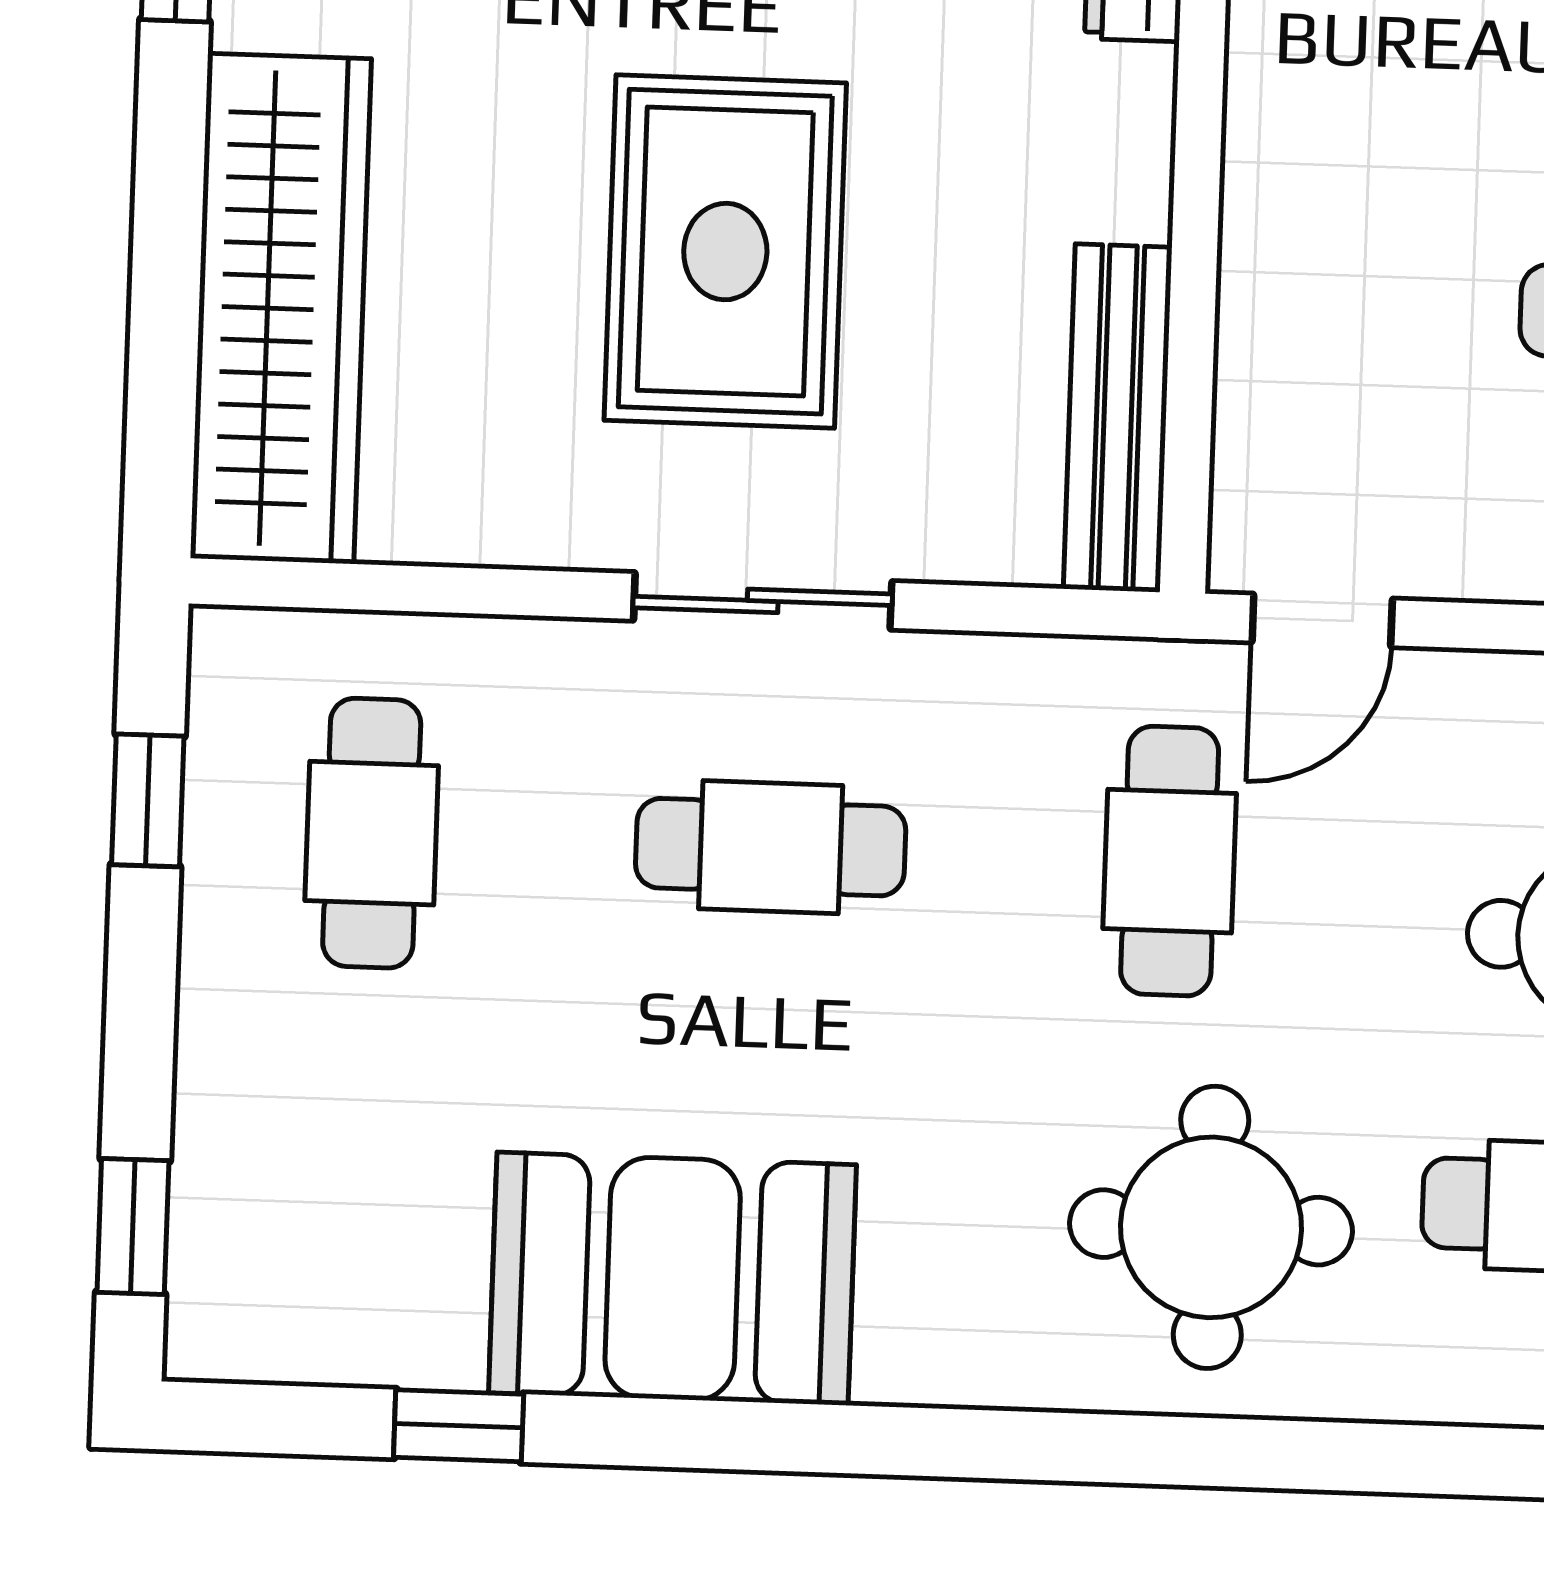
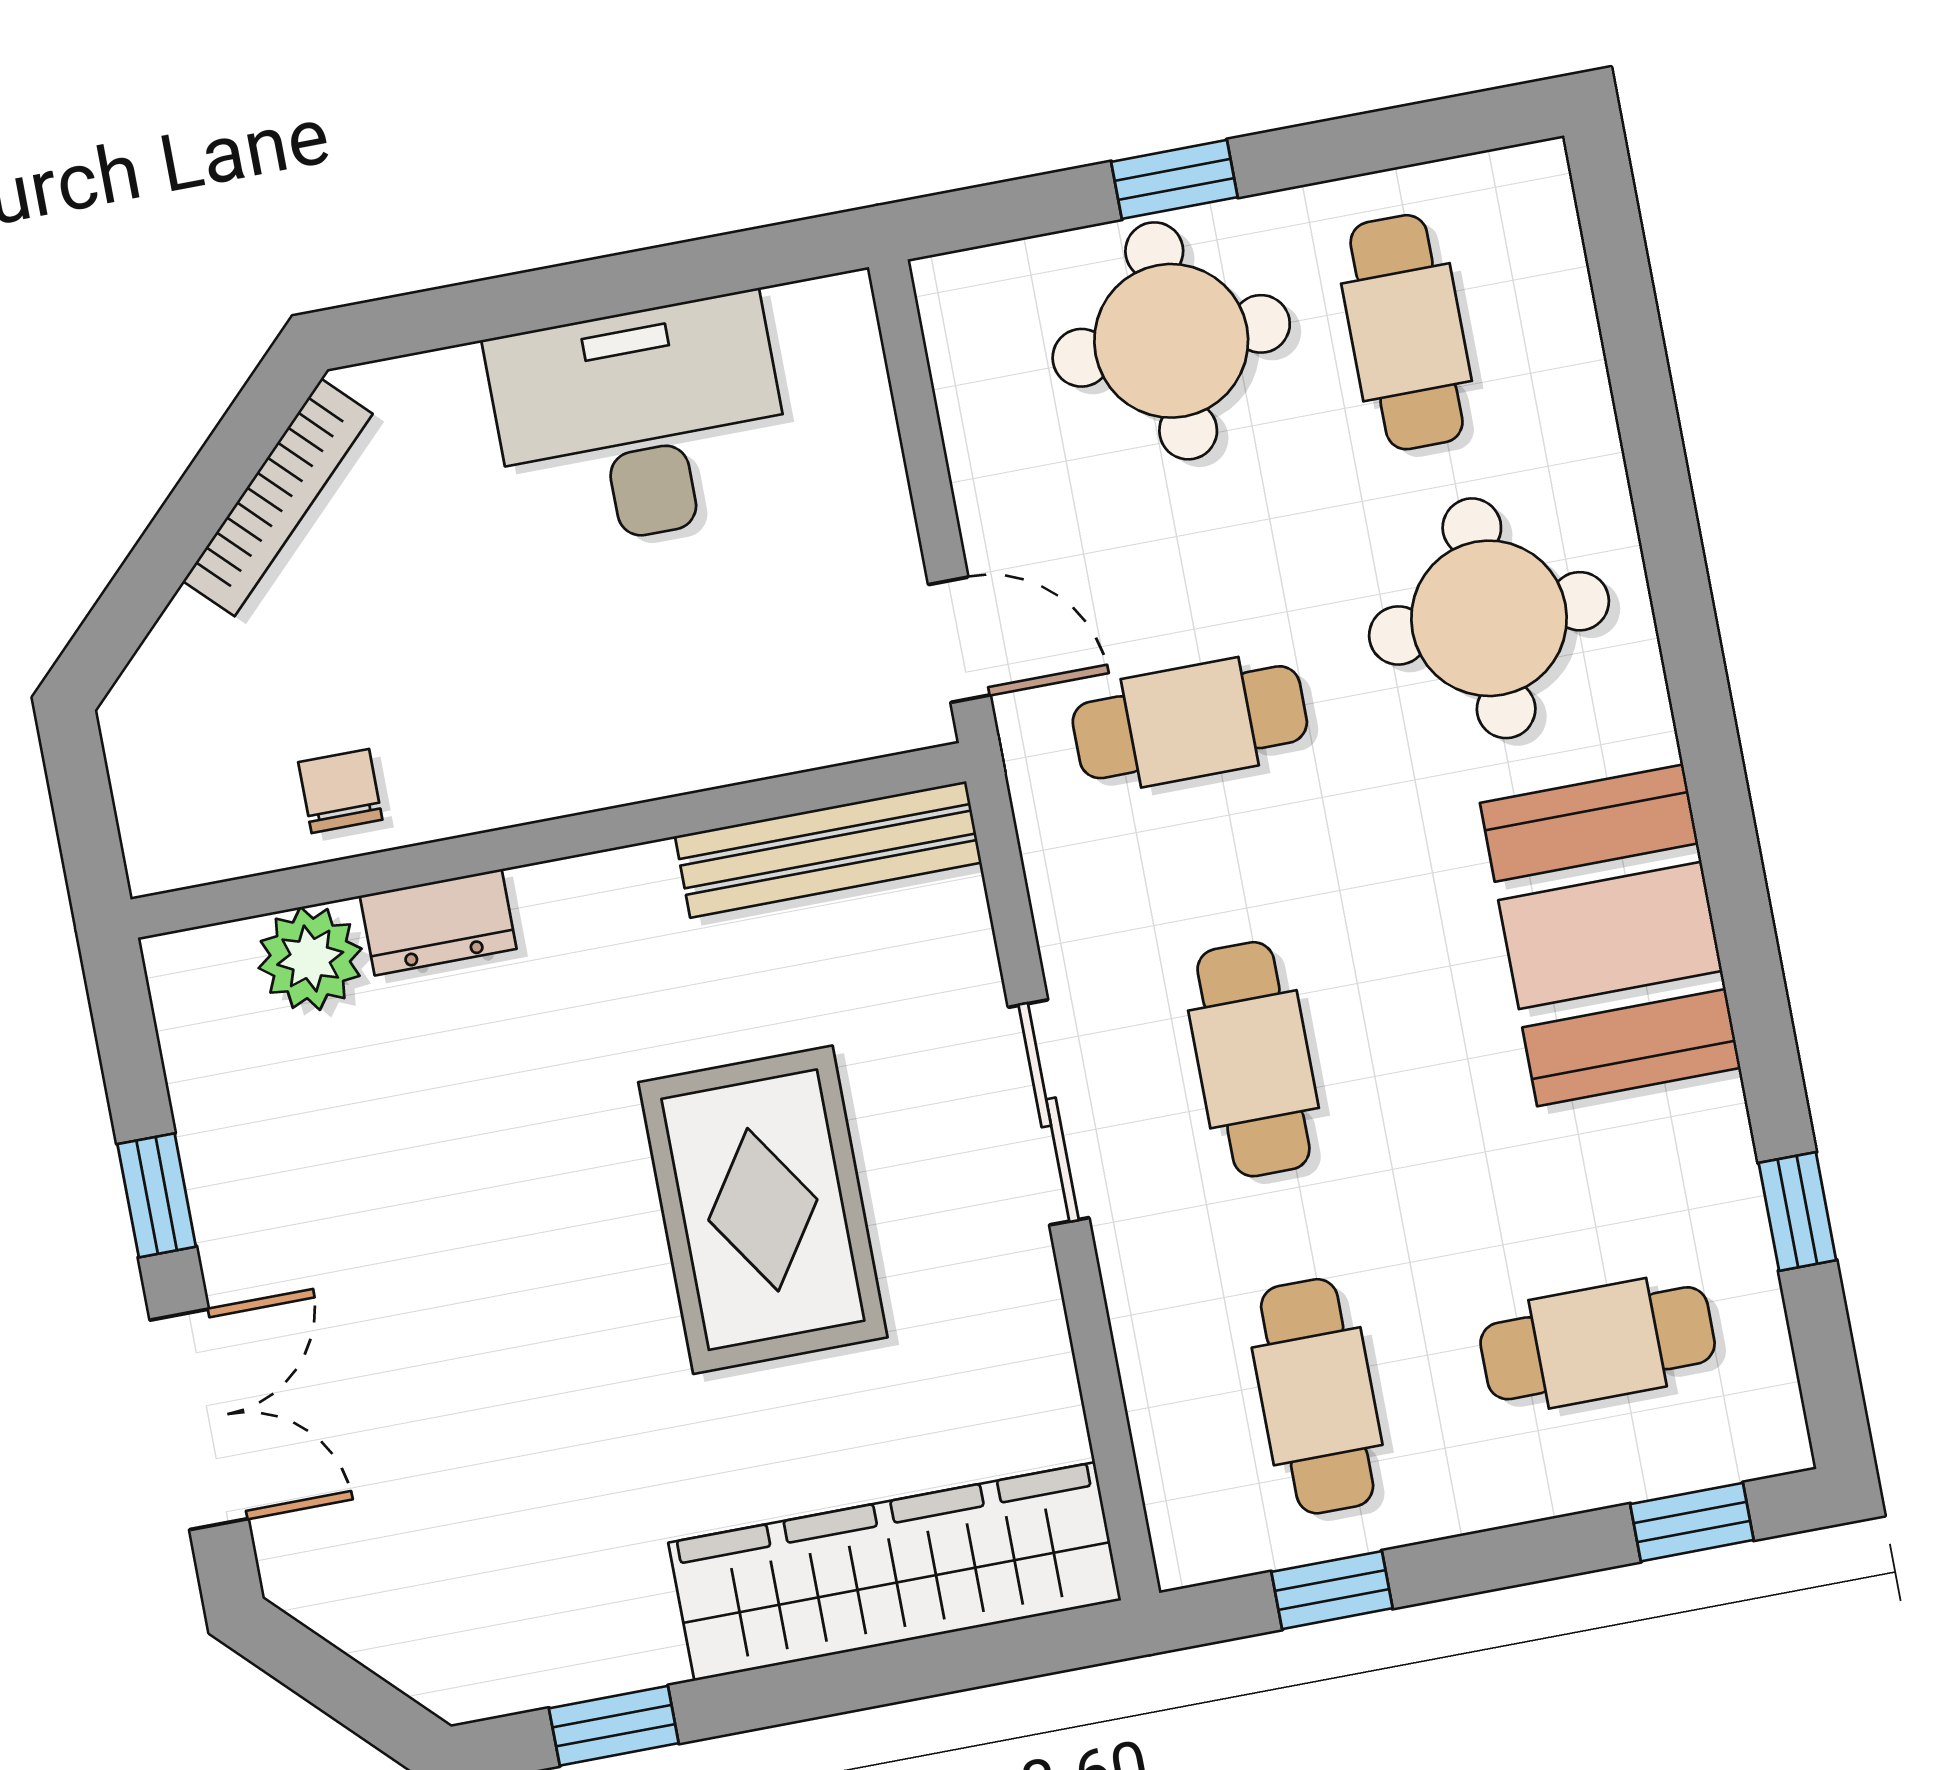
rug: (725, 252) -> (763, 1210), turned 90
cafe table: (372, 833) -> (1317, 1396), turned 90
cafe table: (360, 1165) -> (1598, 1343), added
booth: (673, 1279) -> (1610, 935), moved

